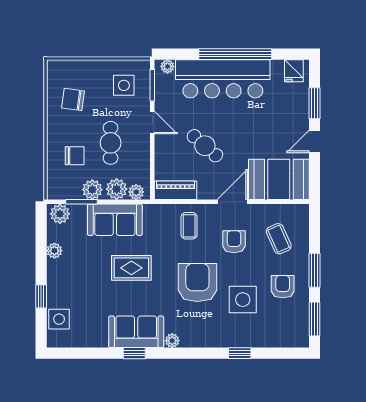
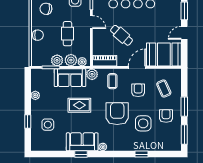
chair: (75, 156) -> (38, 35), moved
plant: (60, 214) -> (92, 74), moved
side table: (59, 319) -> (48, 125), moved

